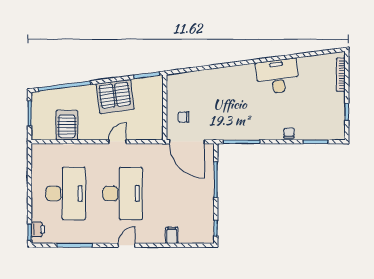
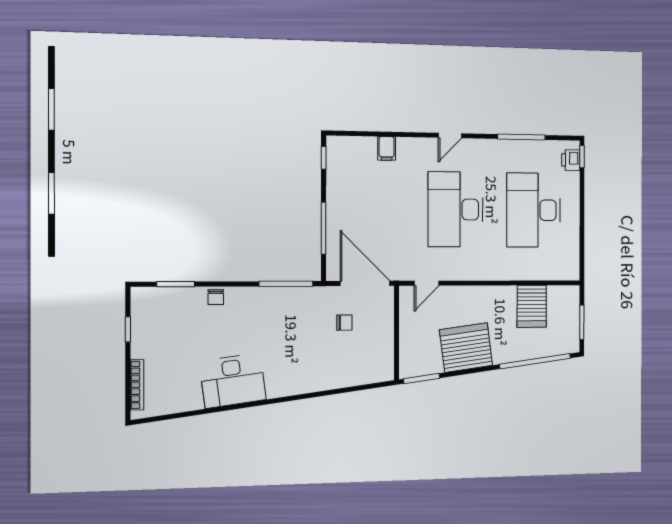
chair: (184, 117) -> (344, 323), moved
door: (117, 142) -> (427, 283), moved

